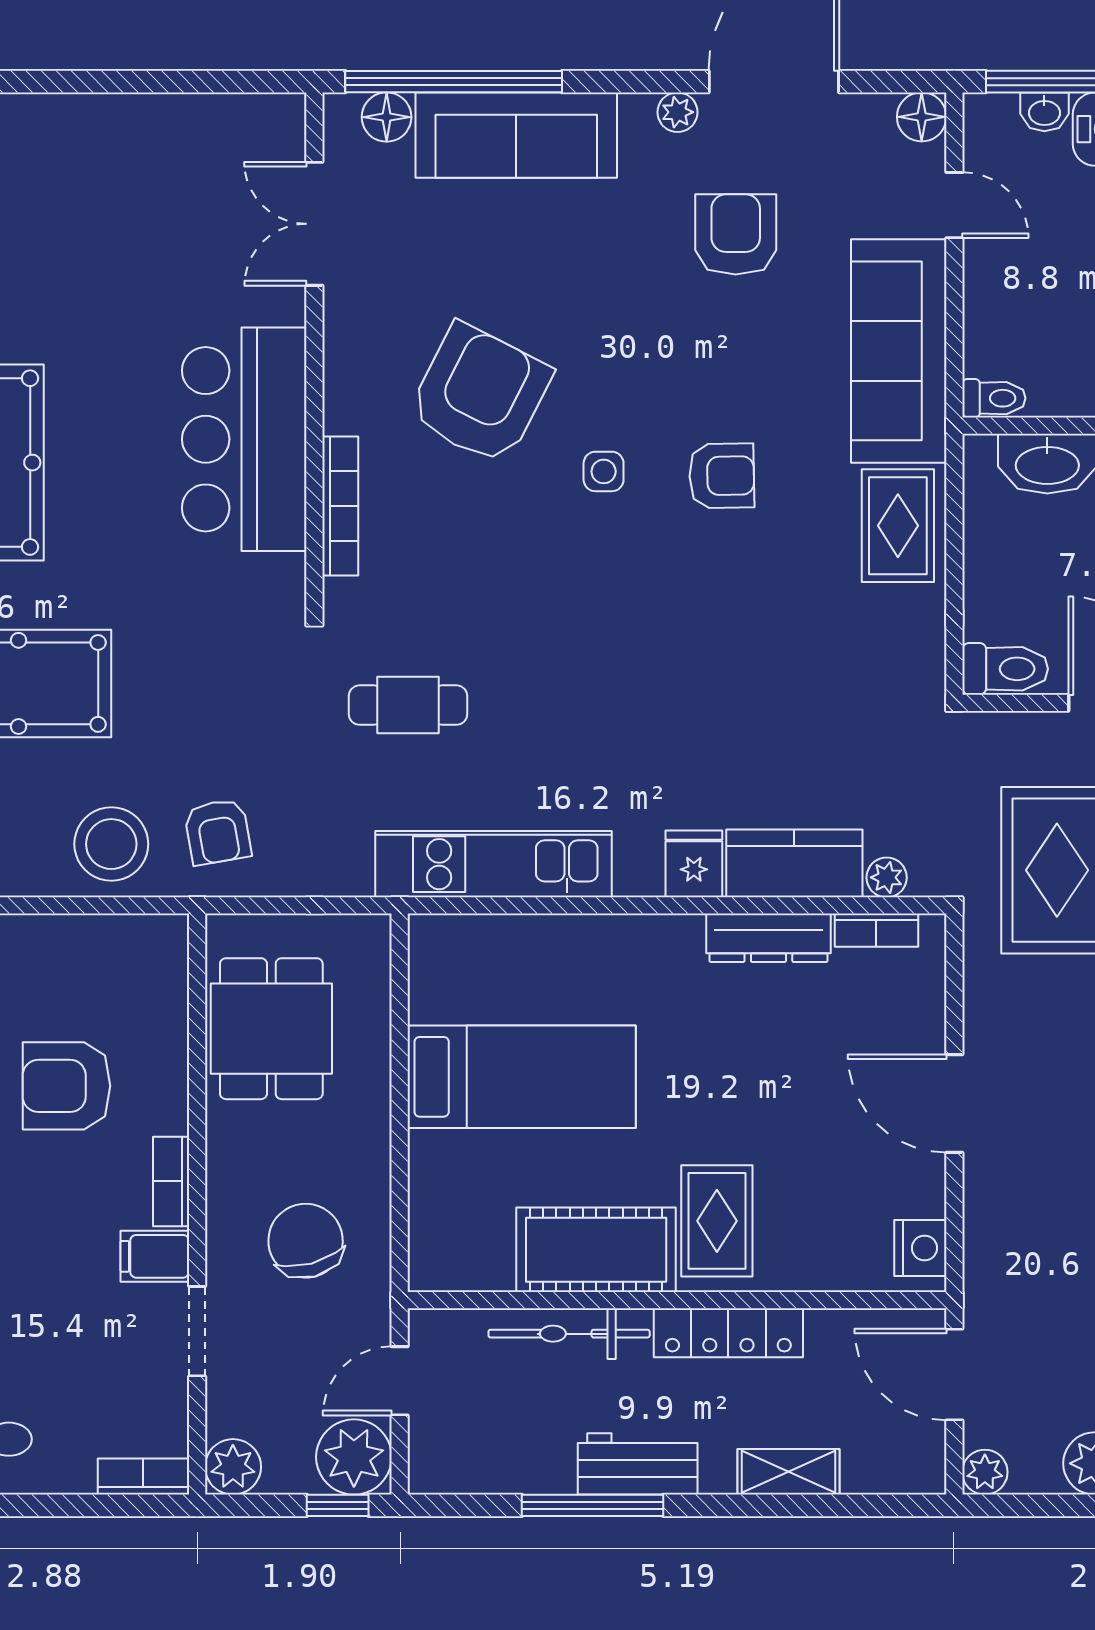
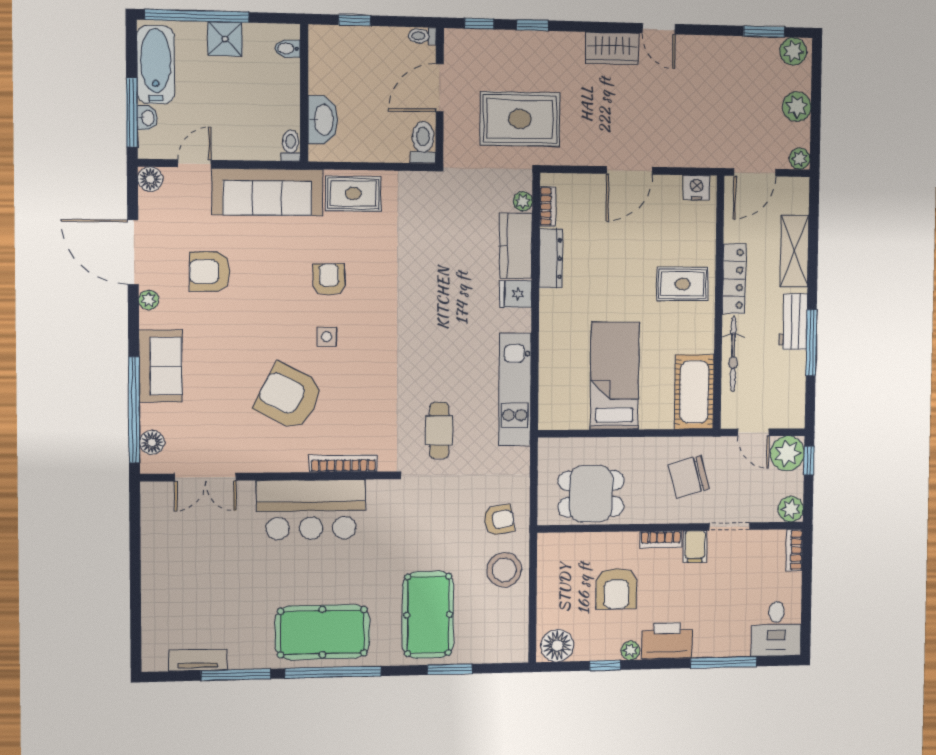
sofa: (516, 135) -> (161, 366), width x0.73
cot: (596, 1250) -> (694, 392), moved
shelving: (788, 1472) -> (794, 251), width x1.50, depth x1.33

